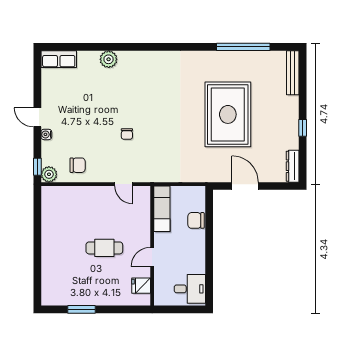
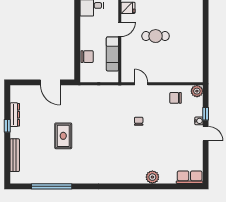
bench: (293, 73) -> (15, 155), moved
rug: (228, 114) -> (63, 136), width x0.54, depth x0.49
dresser: (293, 166) -> (15, 115), moved
window: (37, 167) -> (206, 114), moved
exam couch: (162, 209) -> (112, 54), moved

